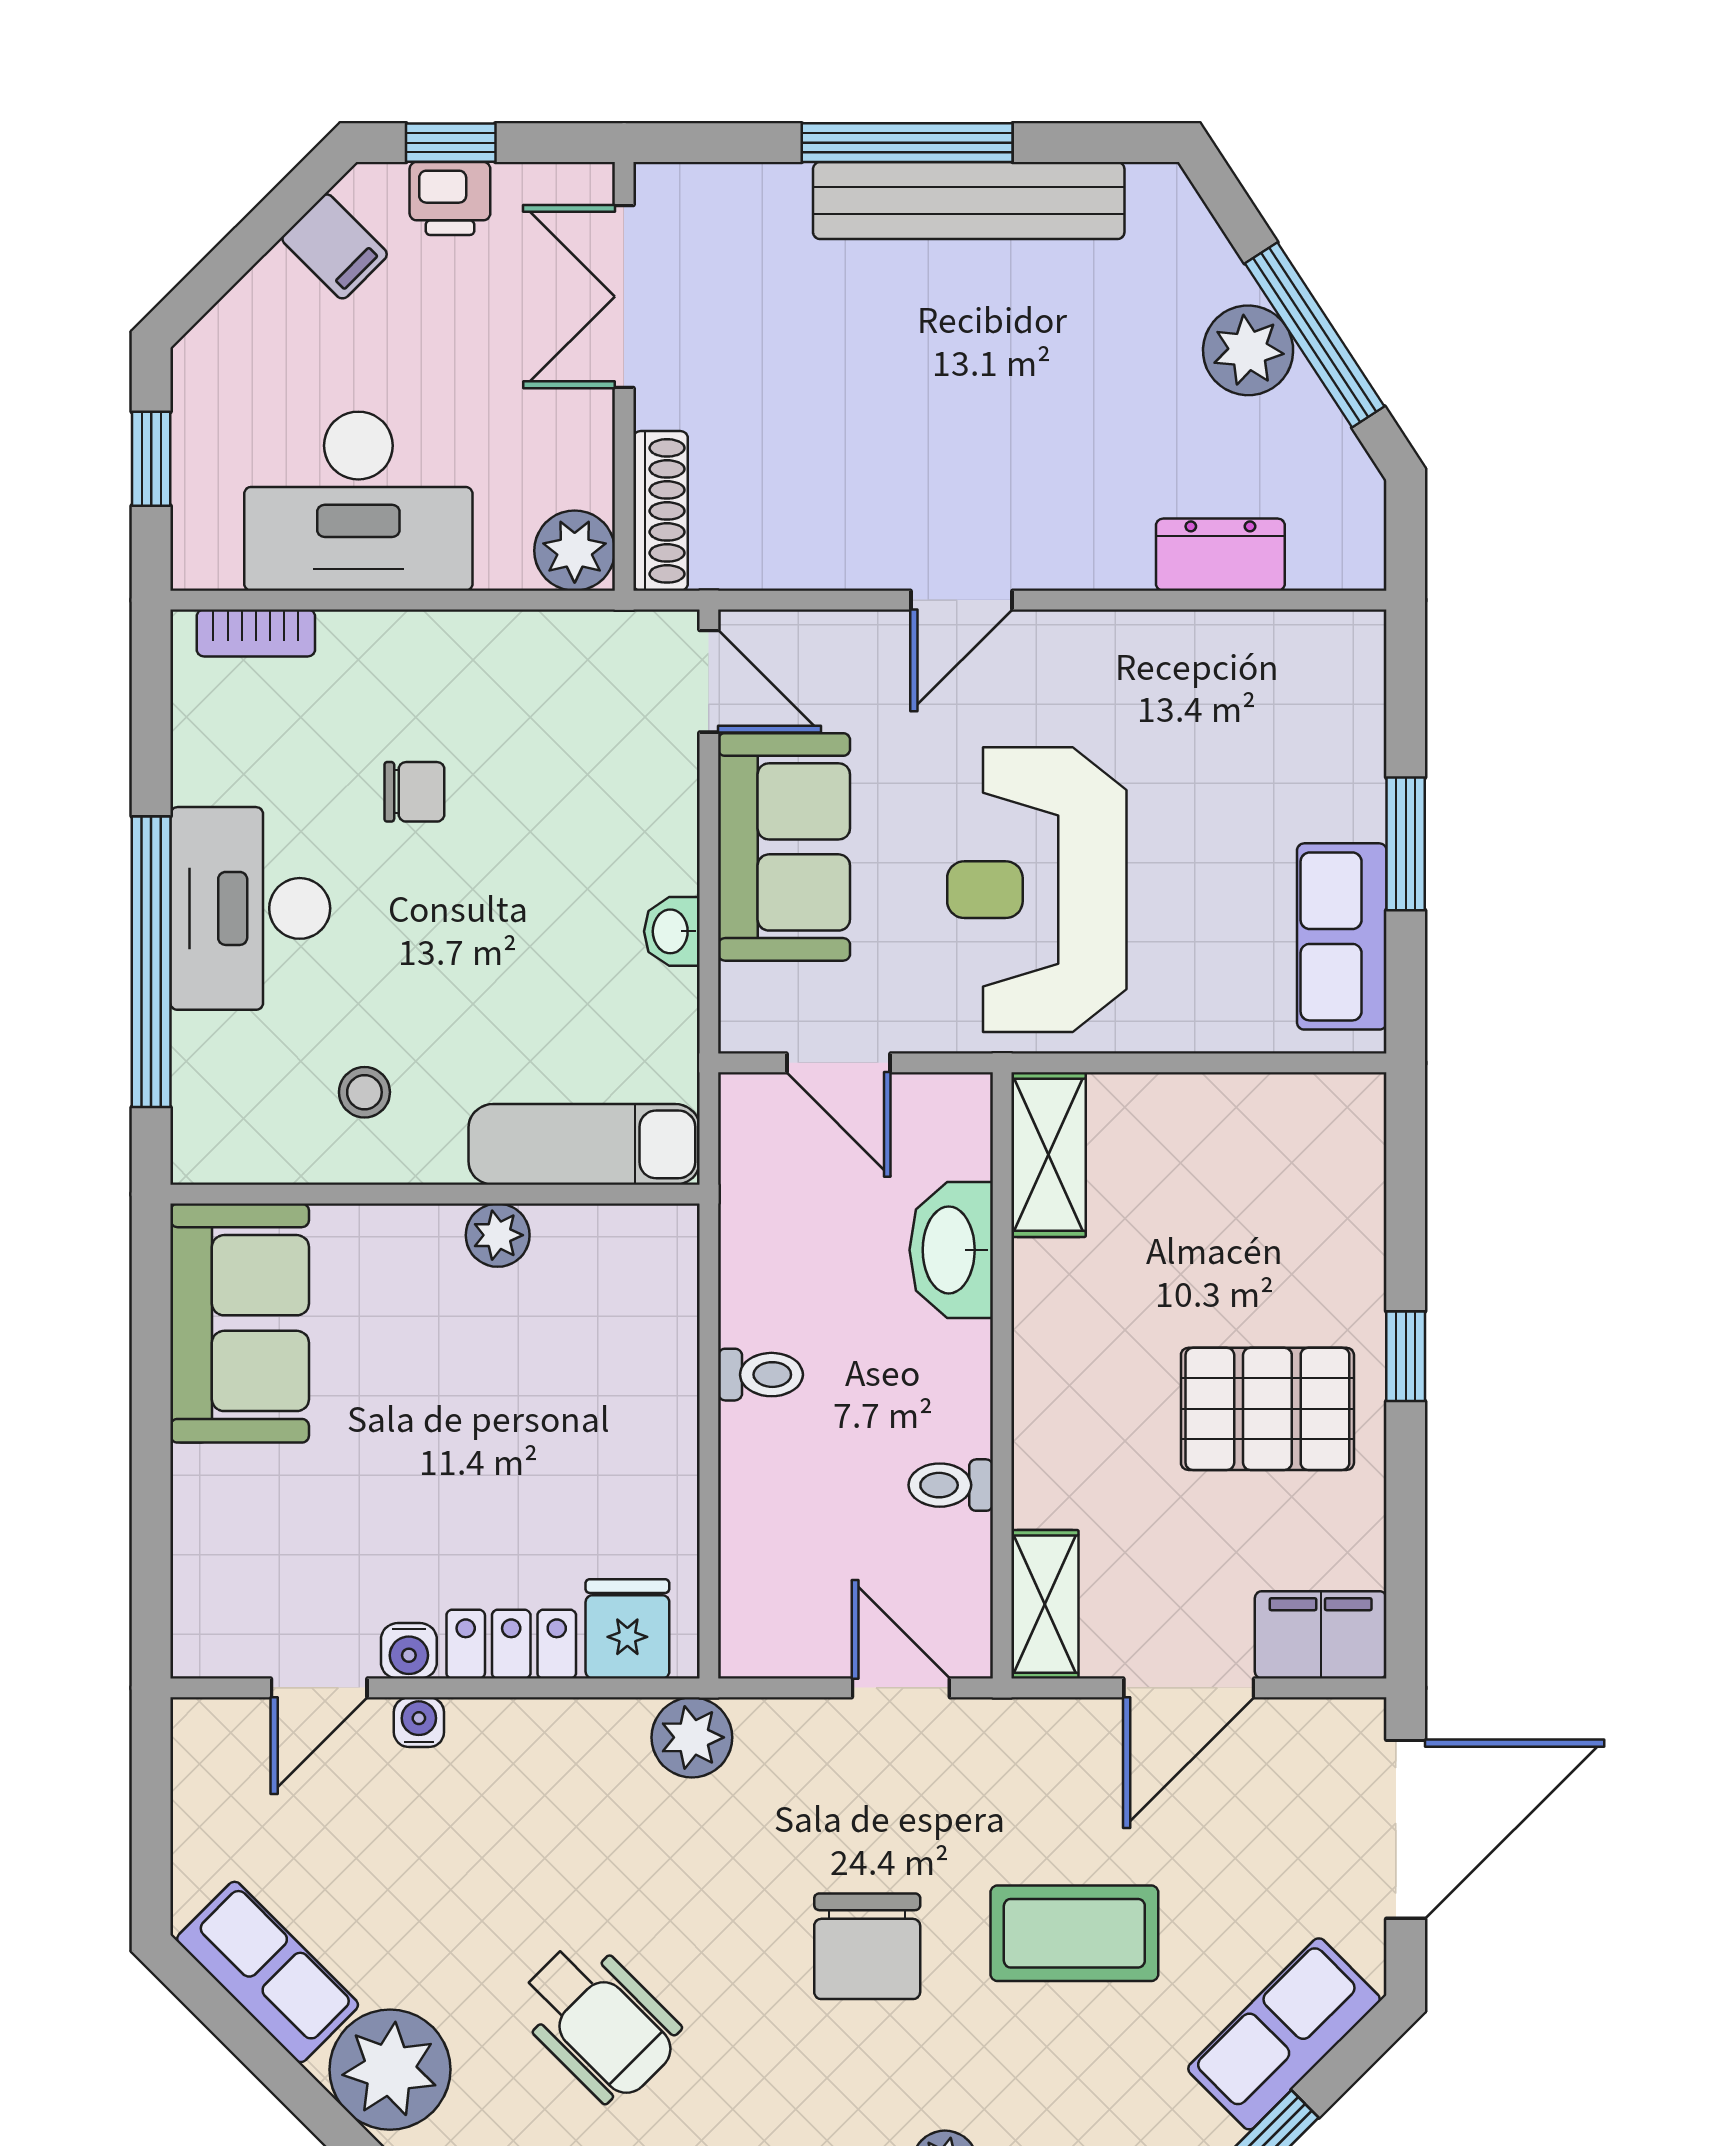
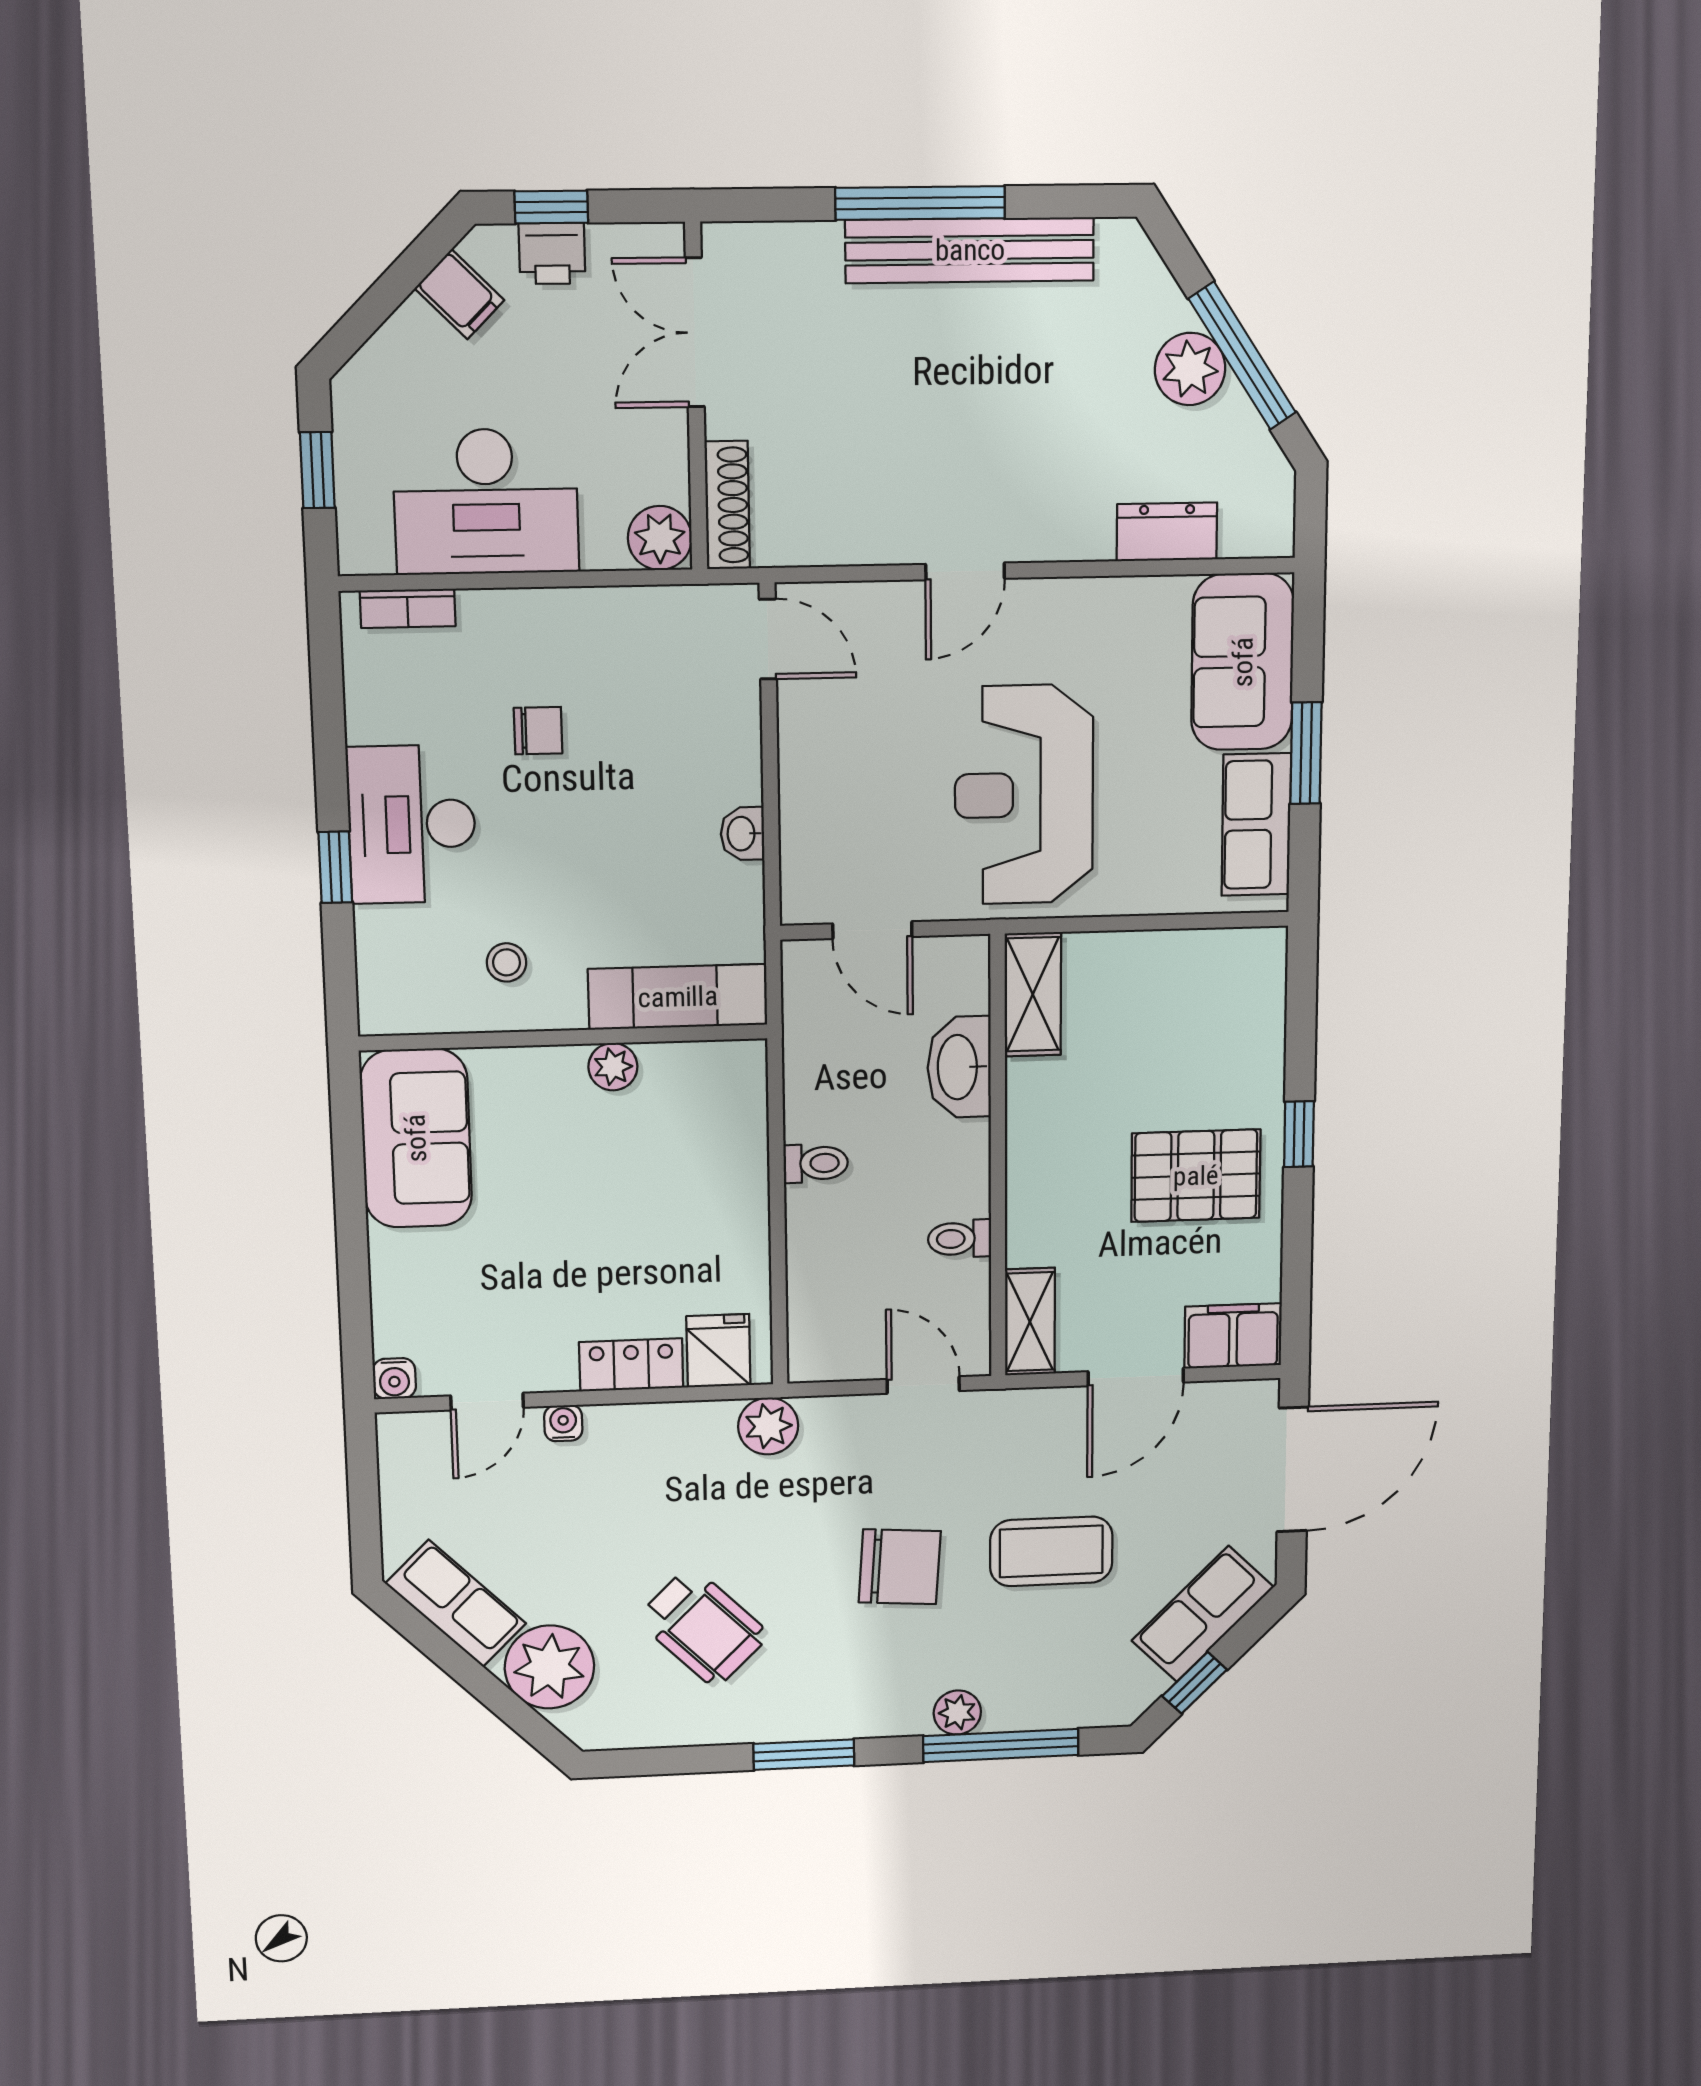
sofa: (784, 847) -> (1243, 662), moved, turned 180
window: (151, 962) -> (335, 867), width x0.32
water cooler: (409, 1651) -> (394, 1378), moved
chair: (867, 1946) -> (900, 1567), turned -86

